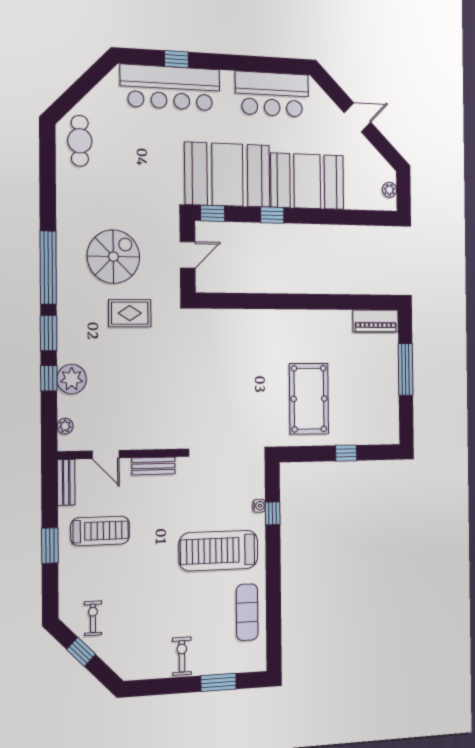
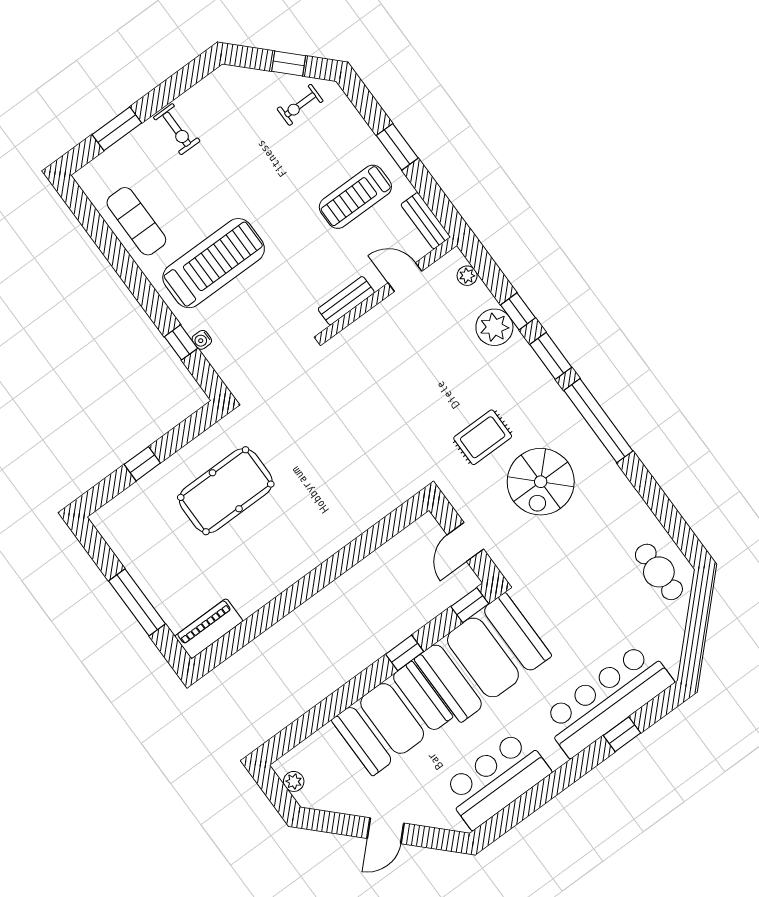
pool table: (309, 399) -> (226, 491), turned 90
exercise bike: (93, 618) -> (300, 105), turned 90

